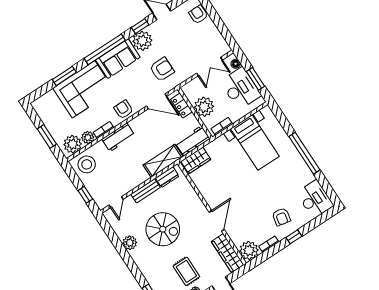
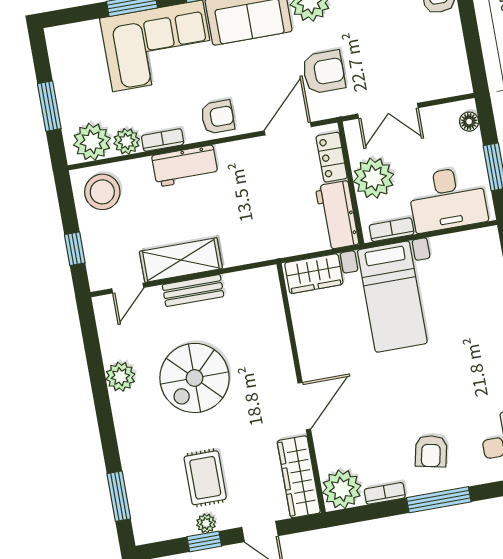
double door: (209, 67) -> (388, 111), moved
desk: (241, 88) -> (448, 199), moved, turned 90
door: (157, 101) -> (288, 129), swing flipped
armchair: (123, 109) -> (218, 117), turned 90
workbench: (192, 141) -> (337, 215), moved, turned -90
bed with nightstands: (255, 143) -> (392, 297), moved
shelving: (163, 161) -> (181, 260), moved
dresser: (167, 177) -> (246, 282), removed
spiral stairs: (163, 229) -> (195, 378), turned 90
window: (294, 237) -> (439, 500), width x2.17

